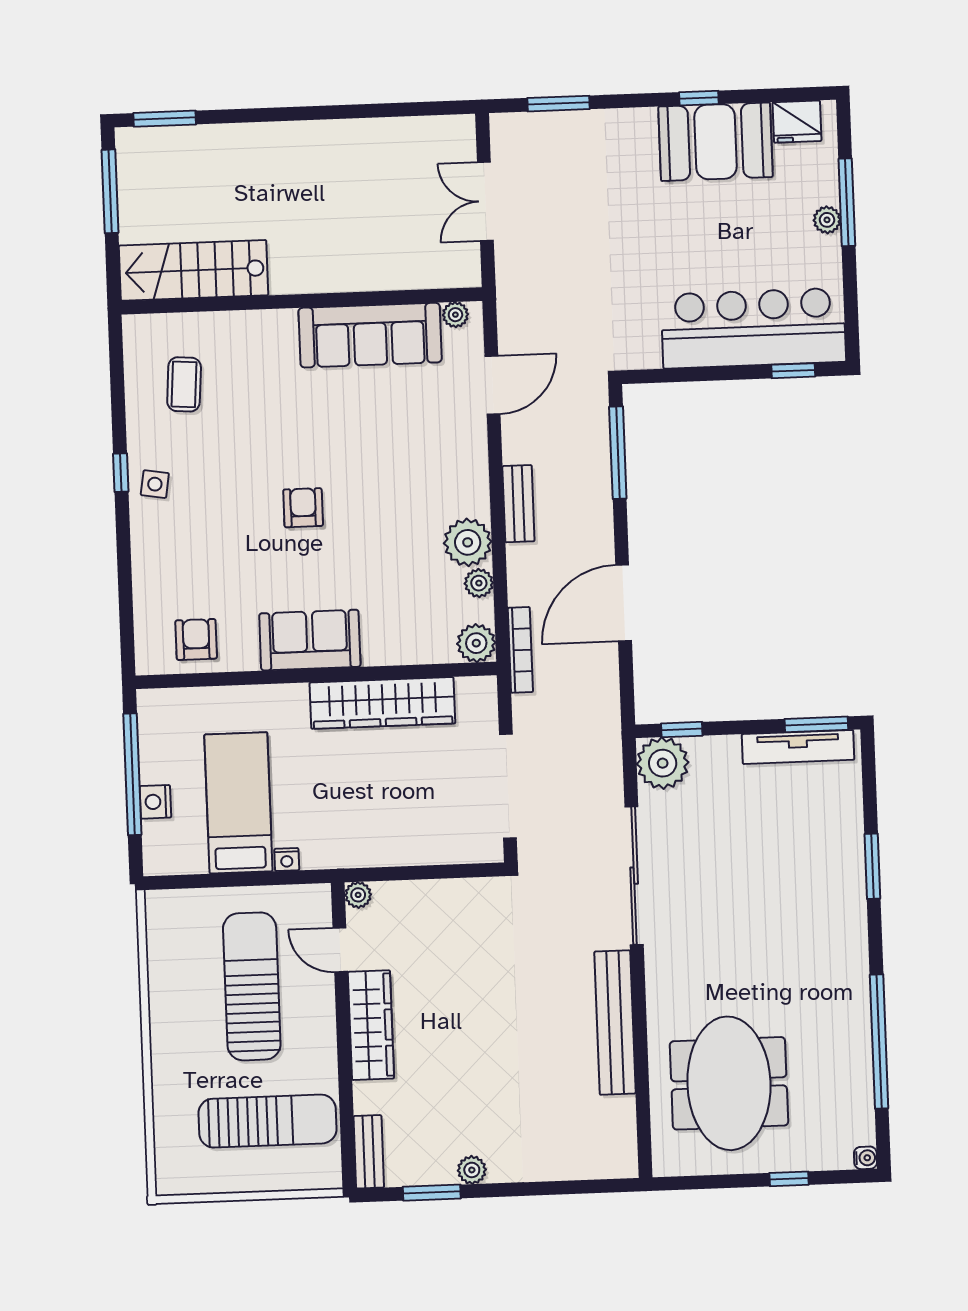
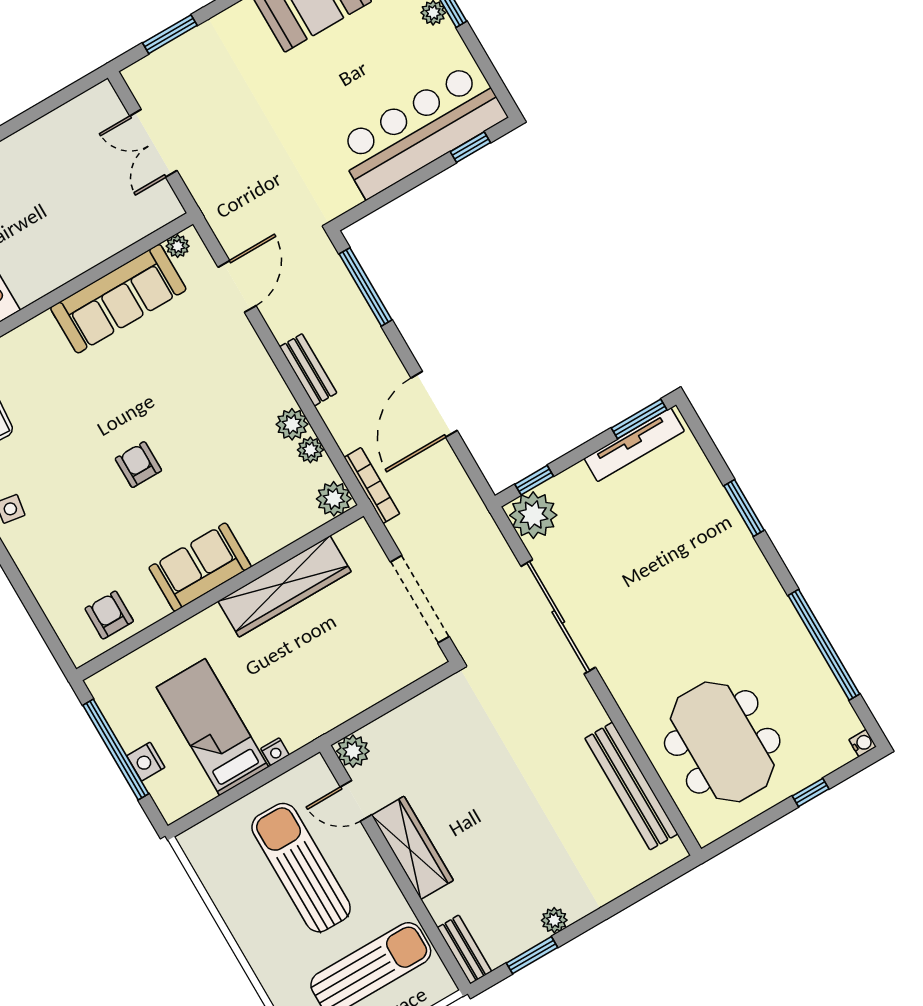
plant: (468, 542) -> (292, 424), width x0.73, depth x0.73
plant: (358, 895) -> (353, 751), width x1.38, depth x1.38
bench: (615, 1023) -> (631, 786), moved

